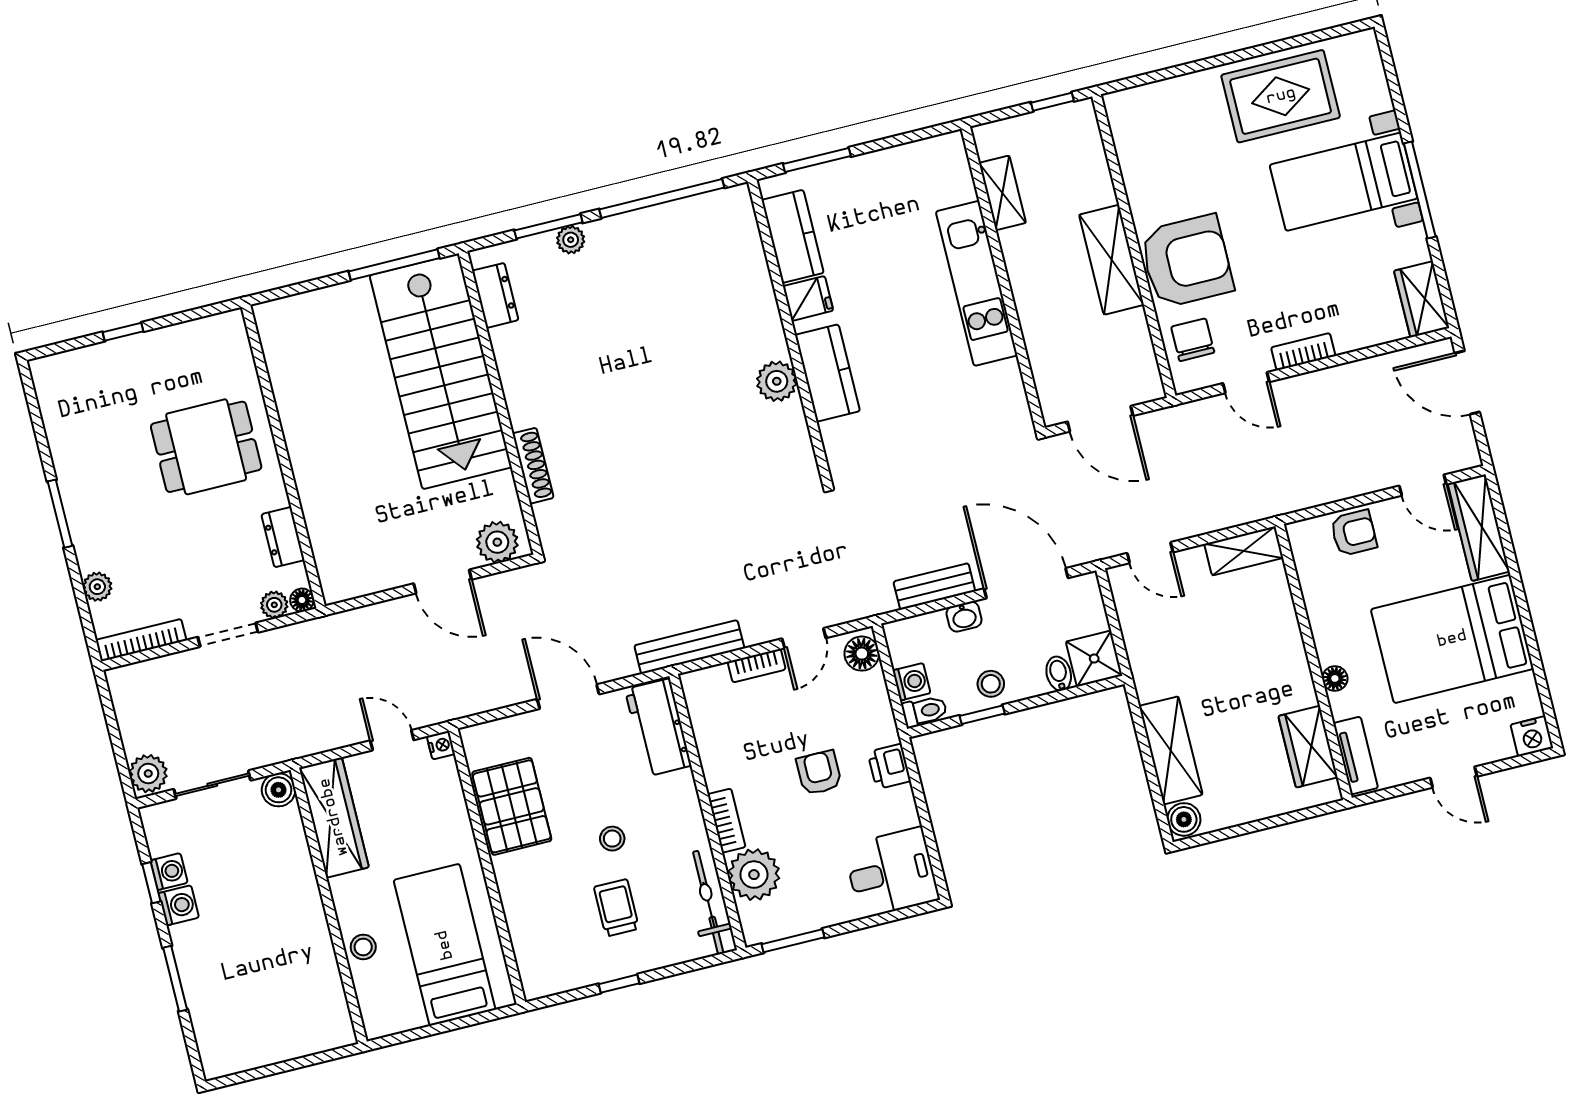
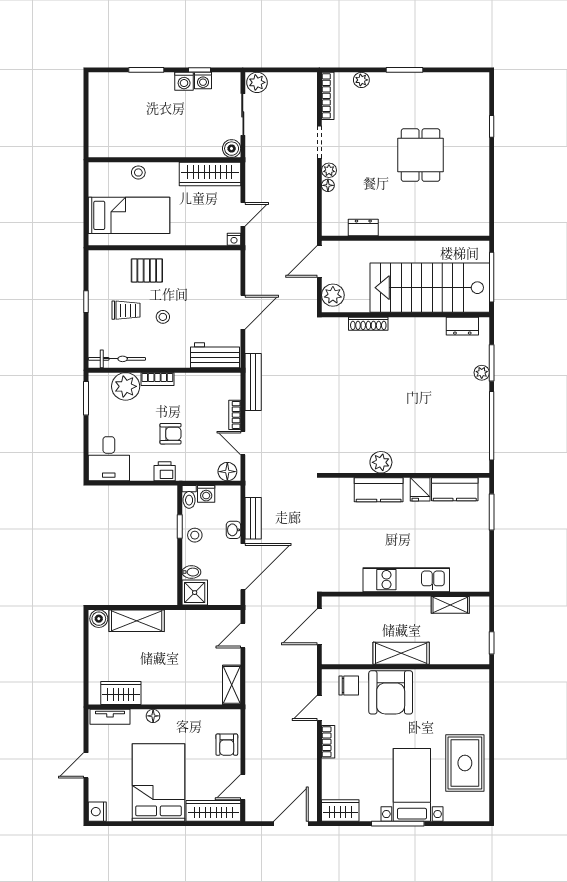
wall: (283, 456) -> (405, 238), moved
dresser: (283, 537) -> (363, 228), moved
pallet: (512, 806) -> (147, 270), moved, width x0.67, depth x0.71

